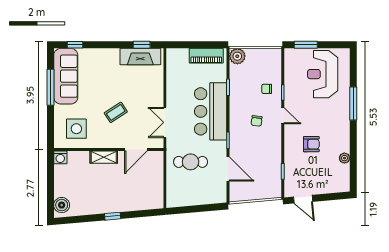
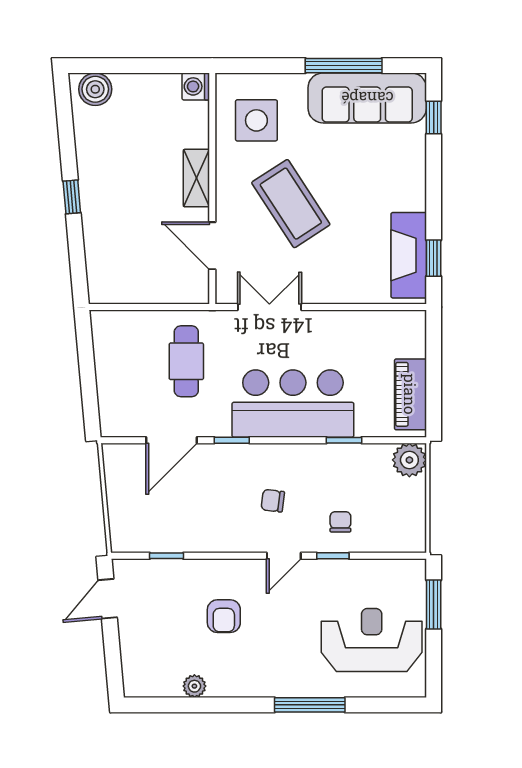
coffee table: (116, 112) -> (291, 204), width x1.86, depth x1.72

